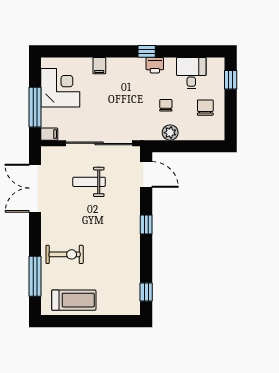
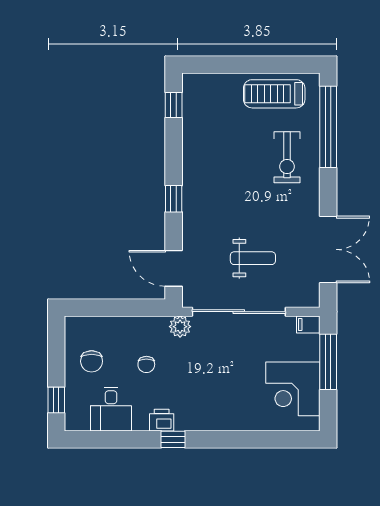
filing cabinet: (99, 66) -> (239, 420), removed
plant: (170, 133) -> (180, 327), moved
exercise bike: (65, 254) -> (287, 157), turned -90
window: (35, 276) -> (328, 127), width x1.46

